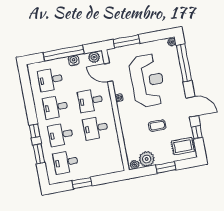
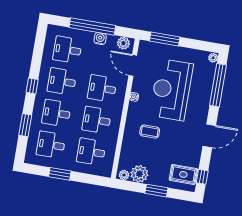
reception desk: (147, 81) -> (171, 90), turned 180
door: (192, 107) -> (209, 136), hinge flipped
coffee table: (157, 126) -> (150, 131), moved
window: (35, 131) -> (32, 86), moved
window: (197, 132) -> (202, 177), moved
desk: (101, 156) -> (91, 152), added

